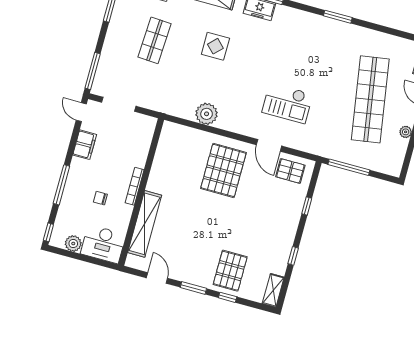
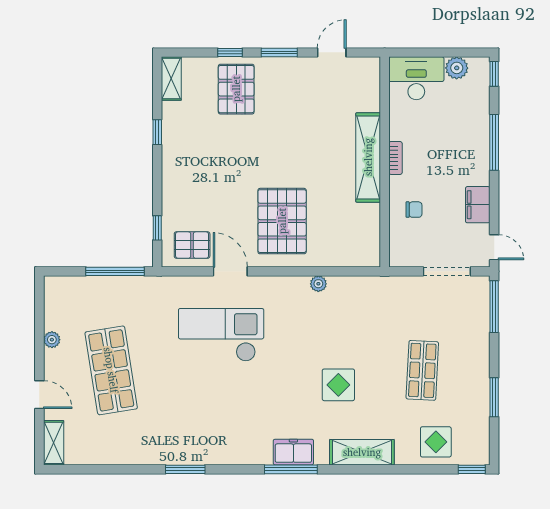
shop shelf: (370, 99) -> (111, 370), width x0.71
checkout: (287, 103) -> (221, 335), width x1.36, depth x1.21
plant: (207, 114) -> (318, 284), width x0.53, depth x0.53
bookcase: (135, 186) -> (395, 158), width x0.64
chair: (100, 198) -> (414, 210), moved
window: (307, 206) -> (157, 228), moved
shelving: (145, 224) -> (368, 157), moved
door: (157, 278) -> (332, 52), swing flipped

